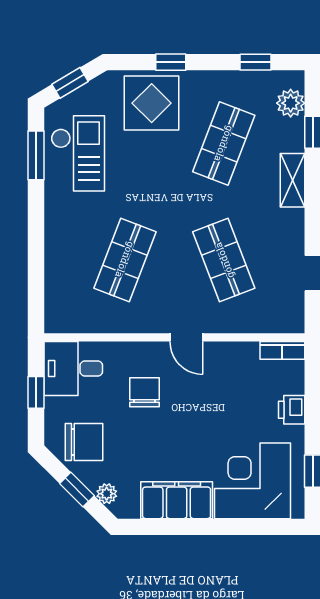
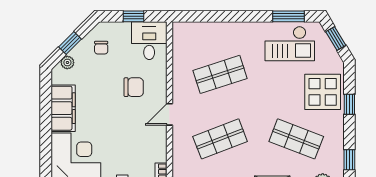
shop shelf: (125, 260) -> (220, 74), turned -39
chair: (84, 442) -> (101, 48), width x0.54, depth x0.54

